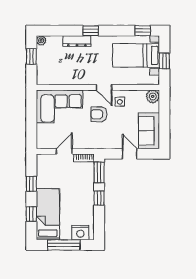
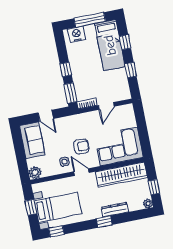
wardrobe: (63, 76) -> (121, 175), added

